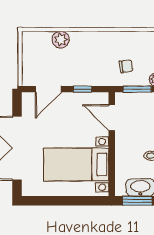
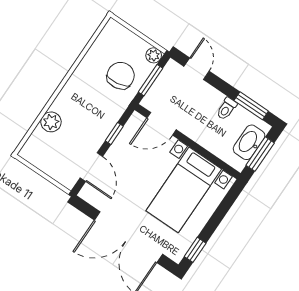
chair: (126, 66) -> (121, 76), width x1.87, depth x1.87
window: (40, 201) -> (195, 250), added

